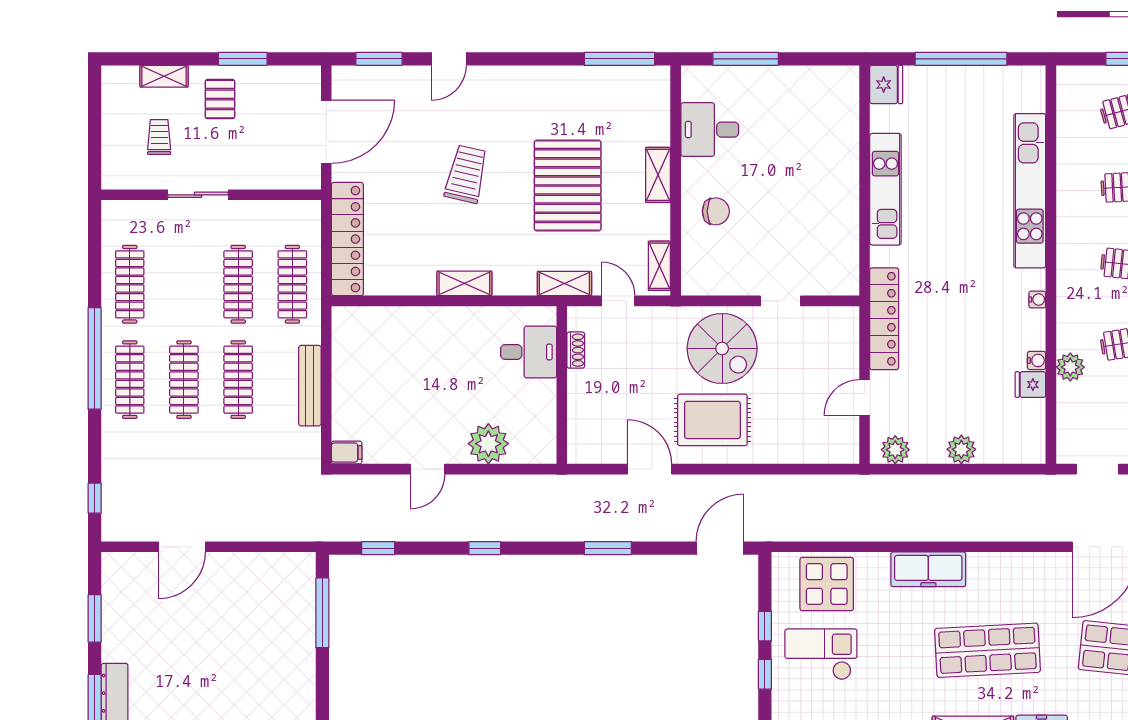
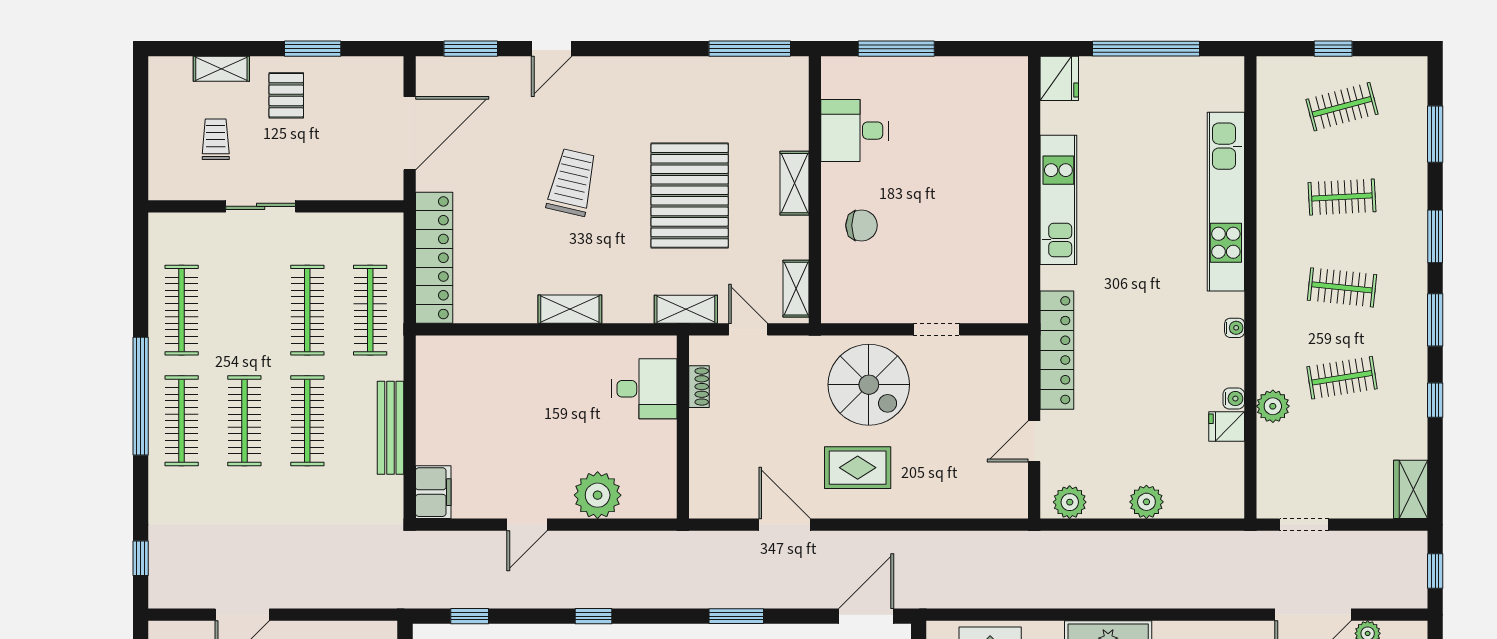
rug: (712, 420) -> (858, 468), width x0.73, depth x0.70
filing cabinet: (347, 453) -> (433, 492), width x2.00

